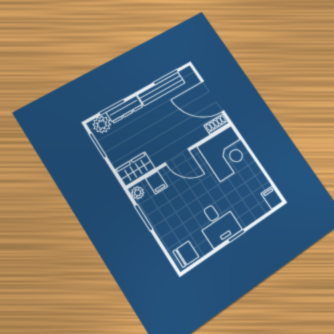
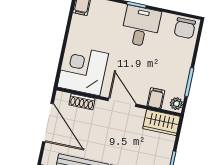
shoe rack: (217, 124) -> (82, 102), moved
chair: (186, 254) -> (185, 28), turned -90

